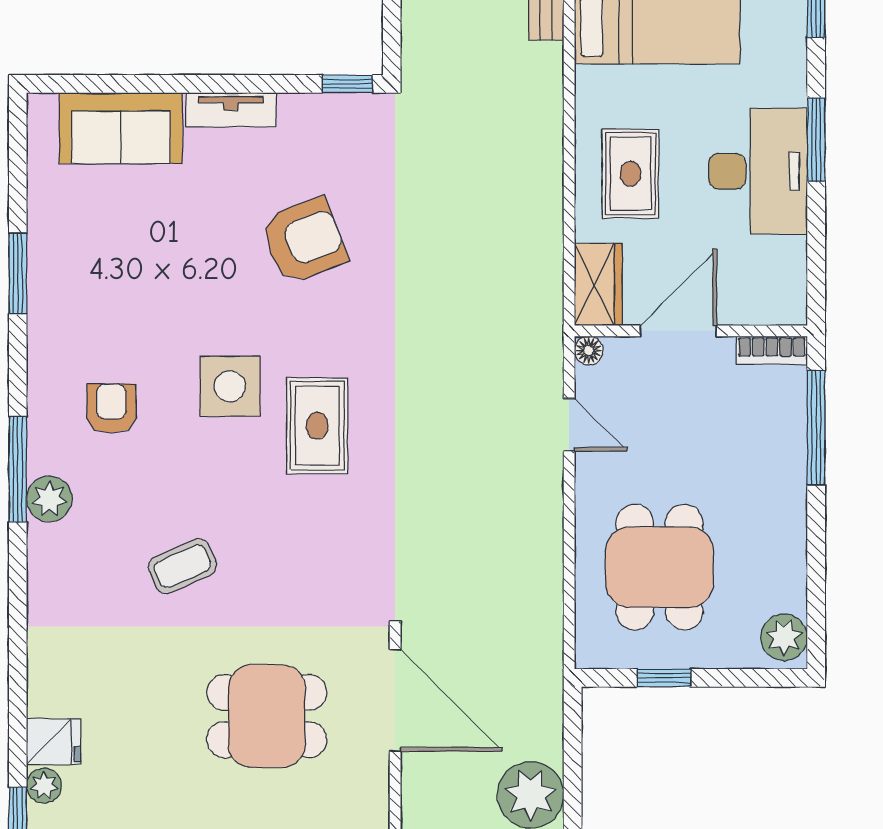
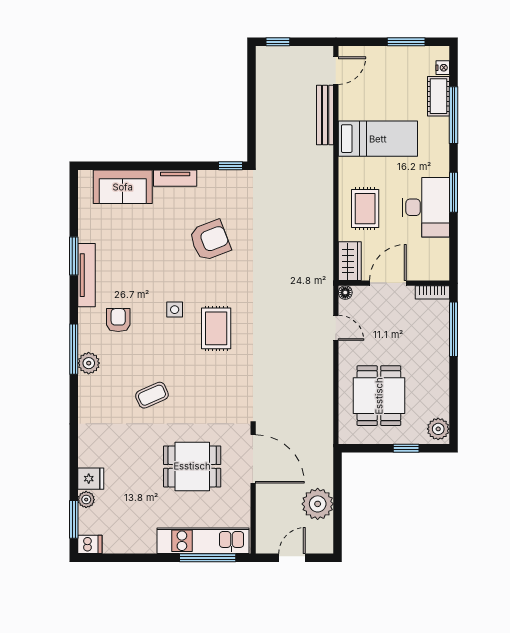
tv unit: (44, 314) -> (86, 275), added
side table: (230, 386) -> (175, 310), width x0.54, depth x0.54
window: (664, 678) -> (406, 448), moved

